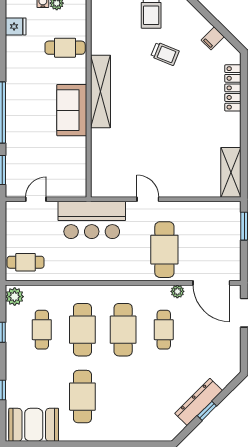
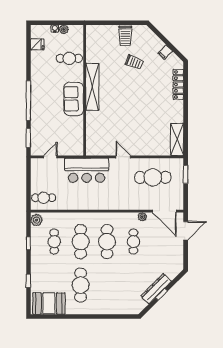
cafe table: (164, 250) -> (153, 177), moved, turned 90

